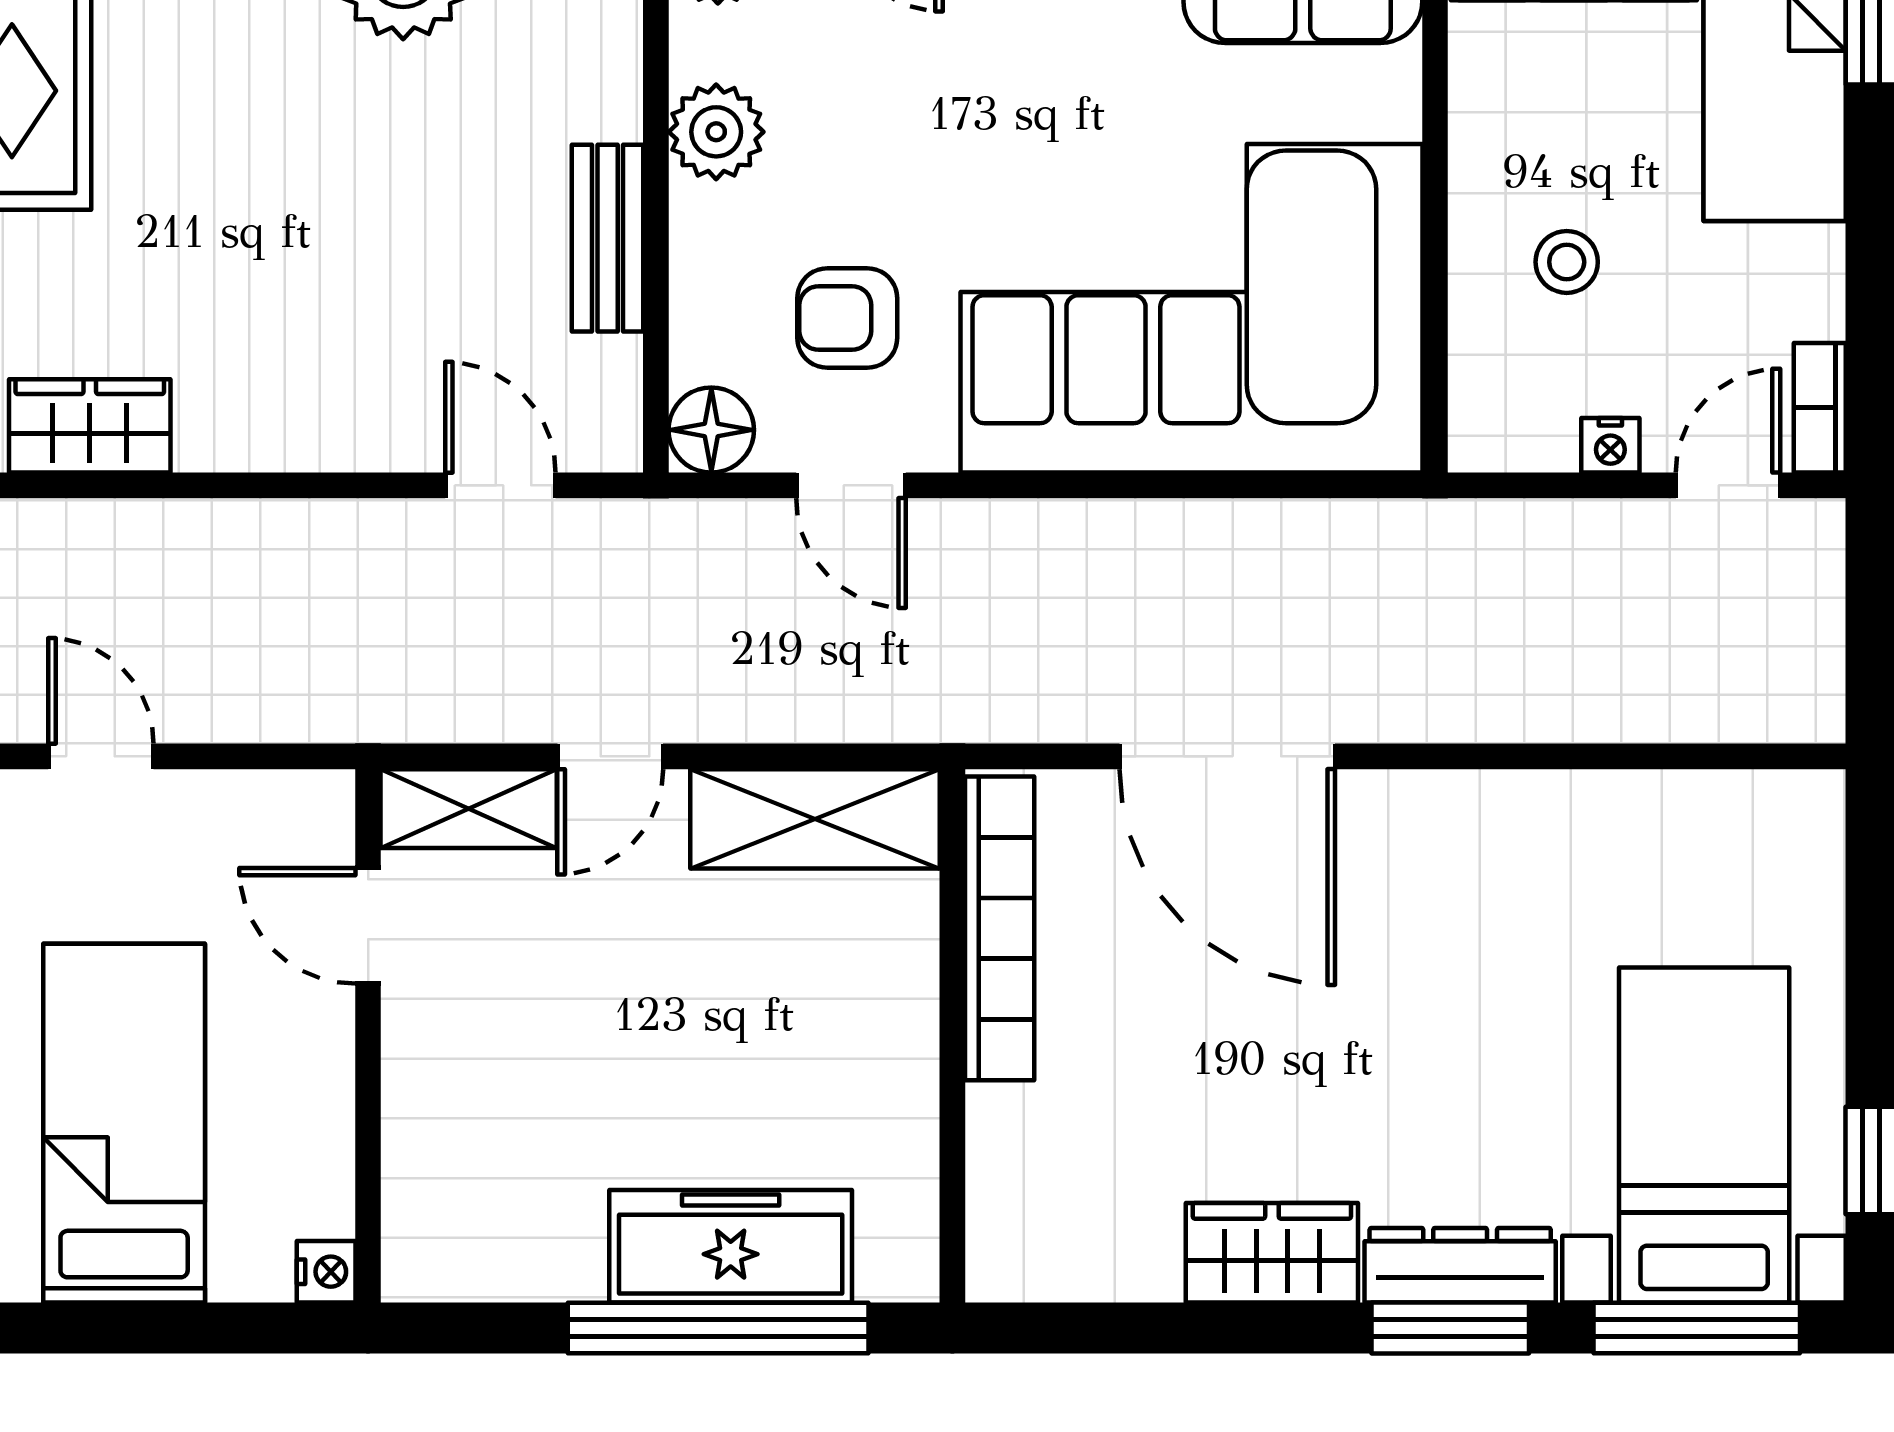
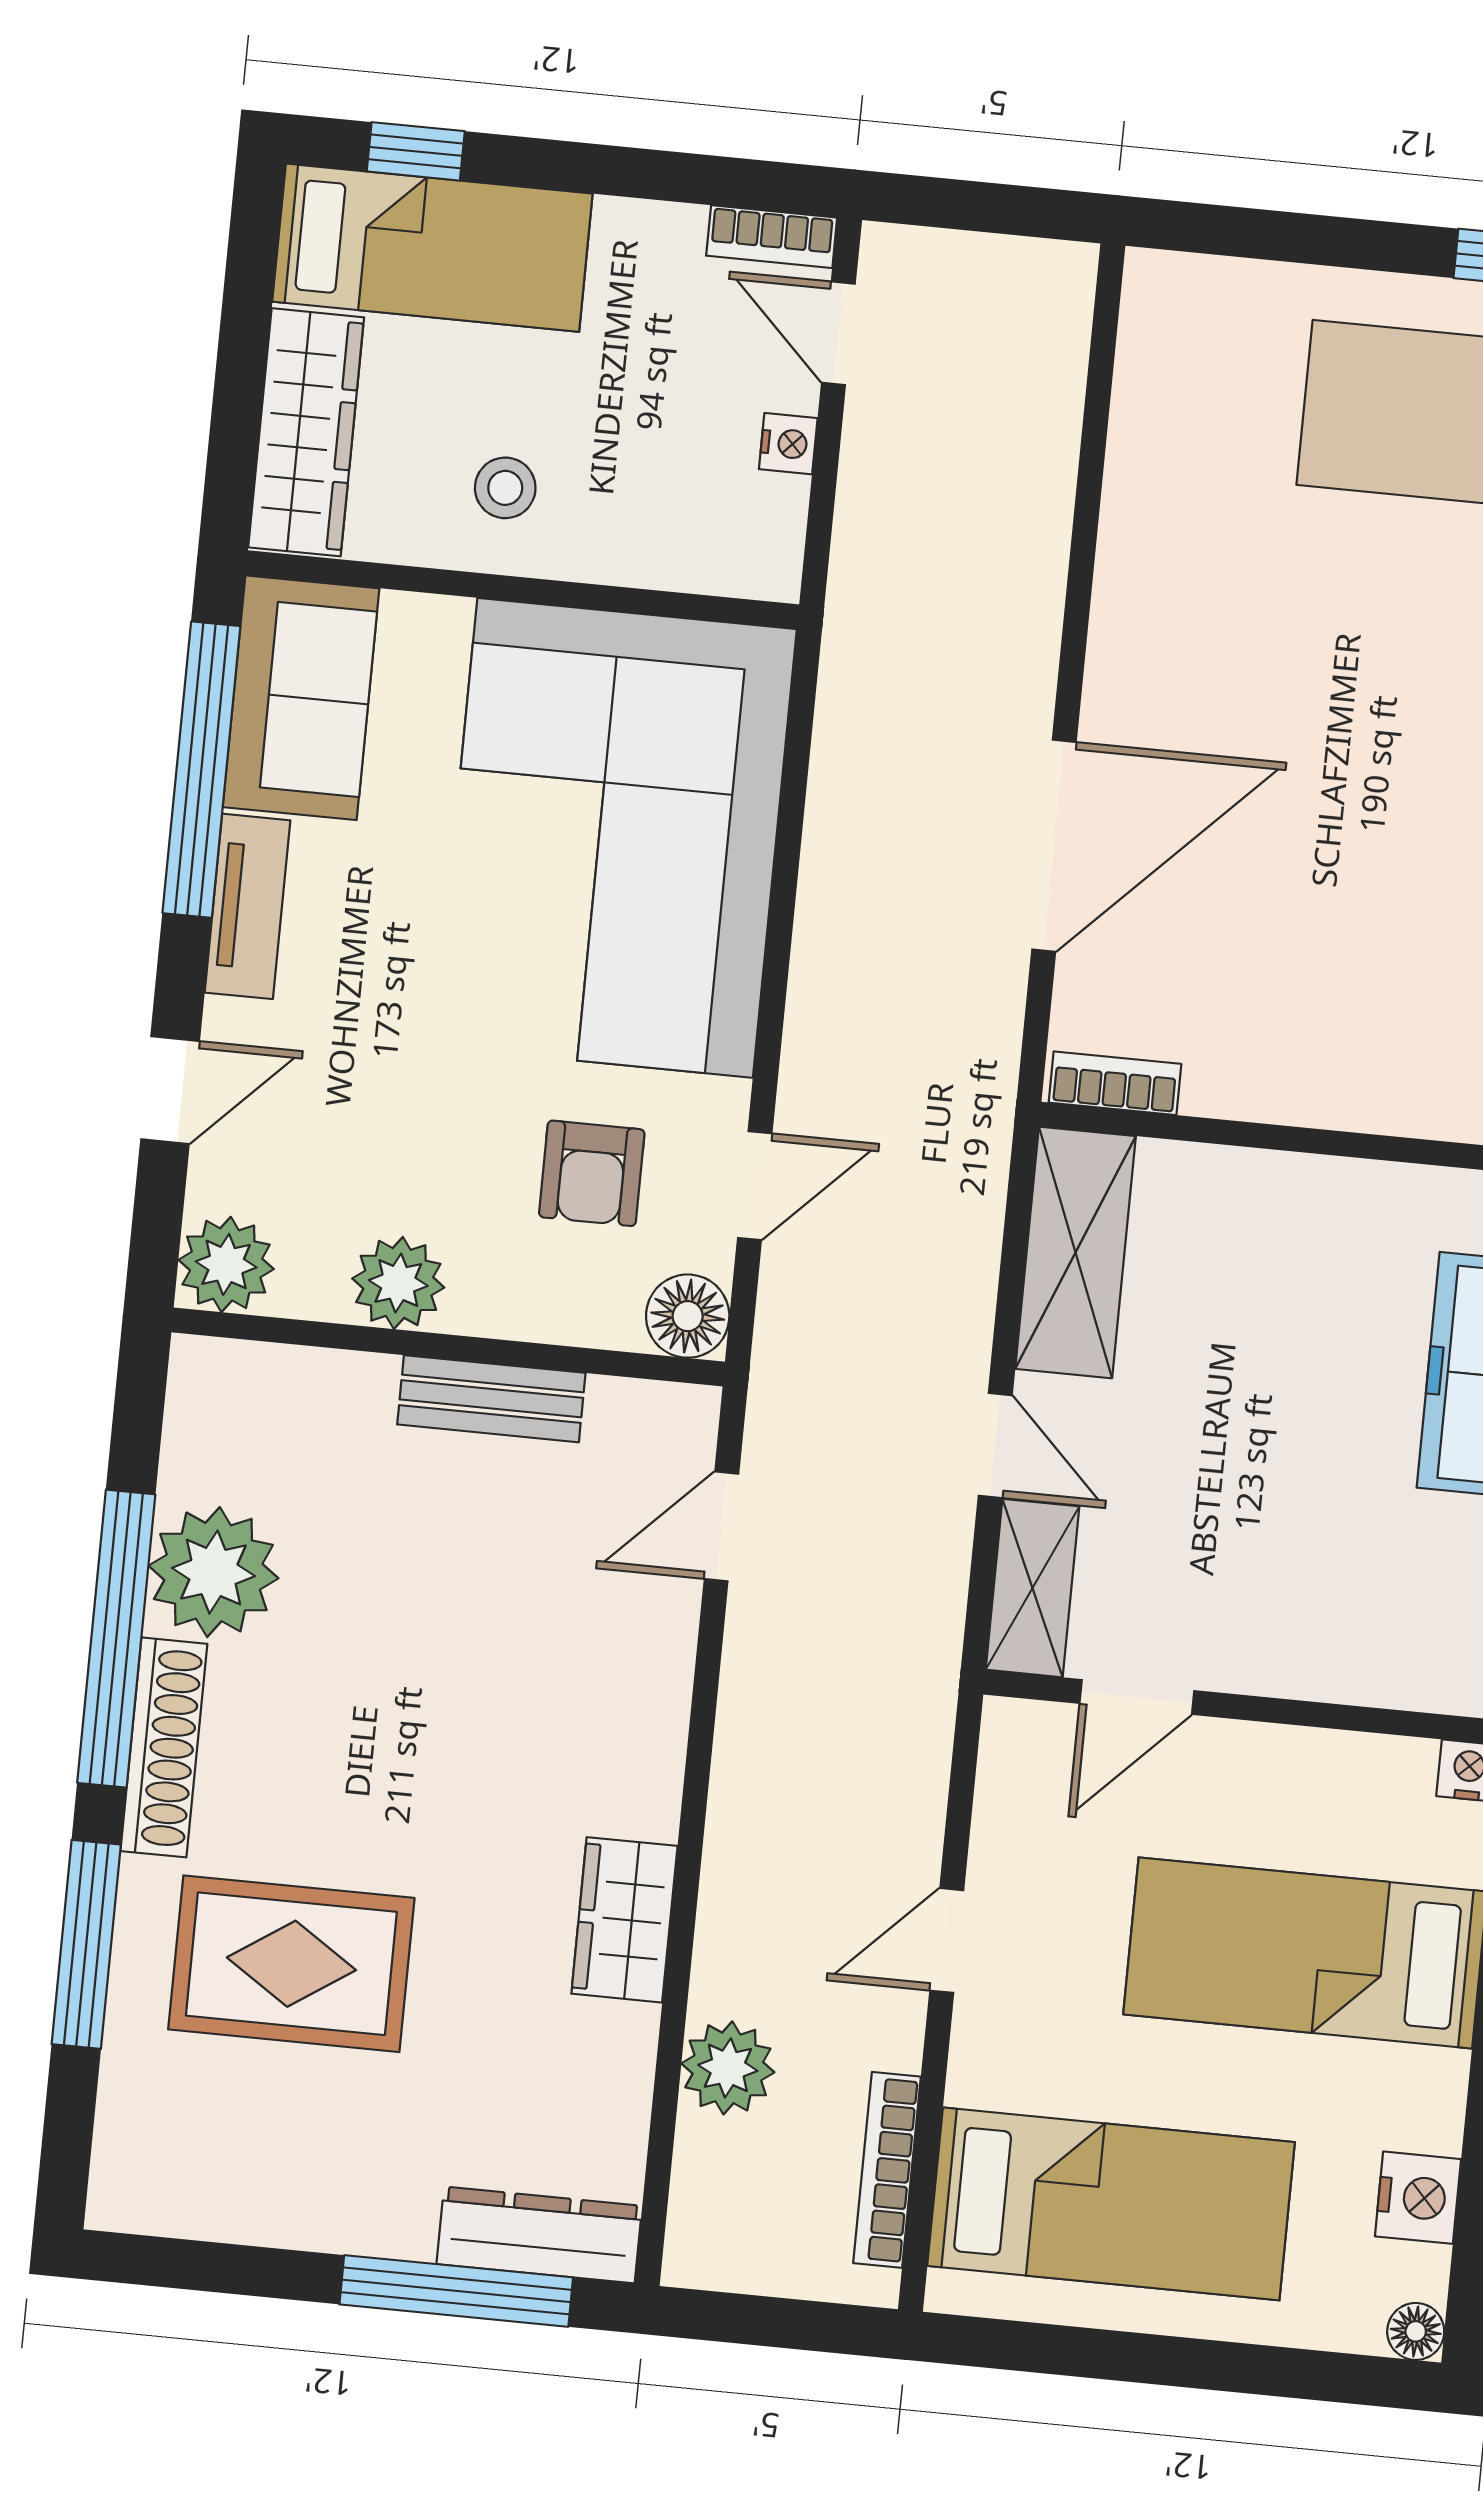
stool: (1567, 262) -> (505, 488), moved
bookcase: (1000, 928) -> (1115, 1083), width x0.43, depth x0.76

